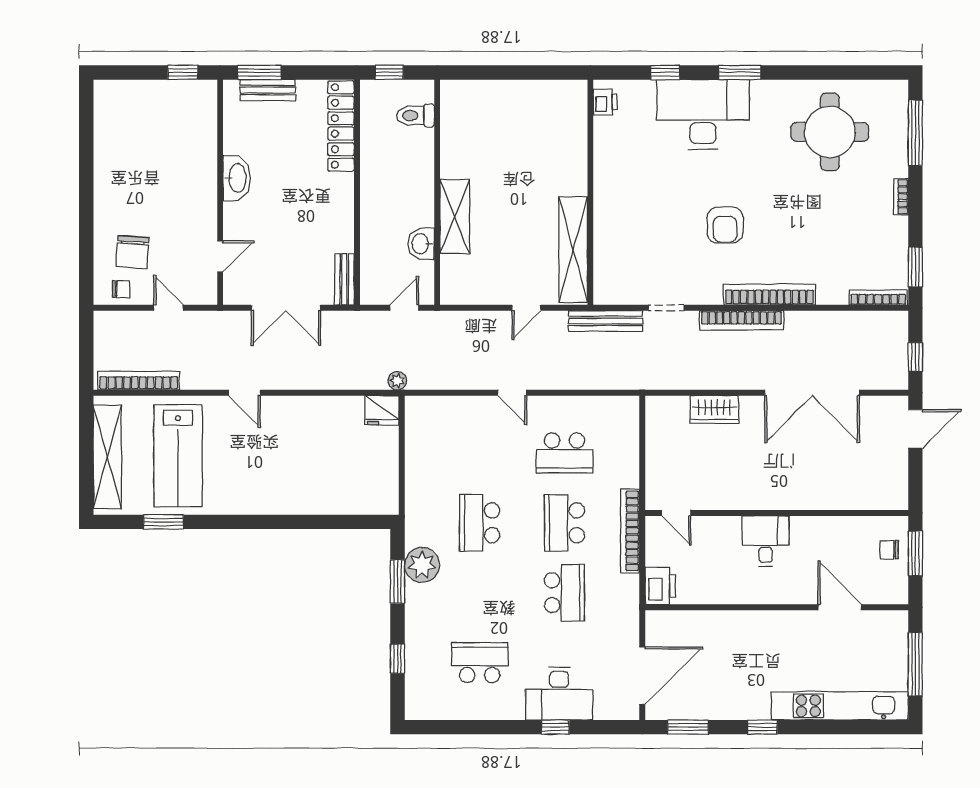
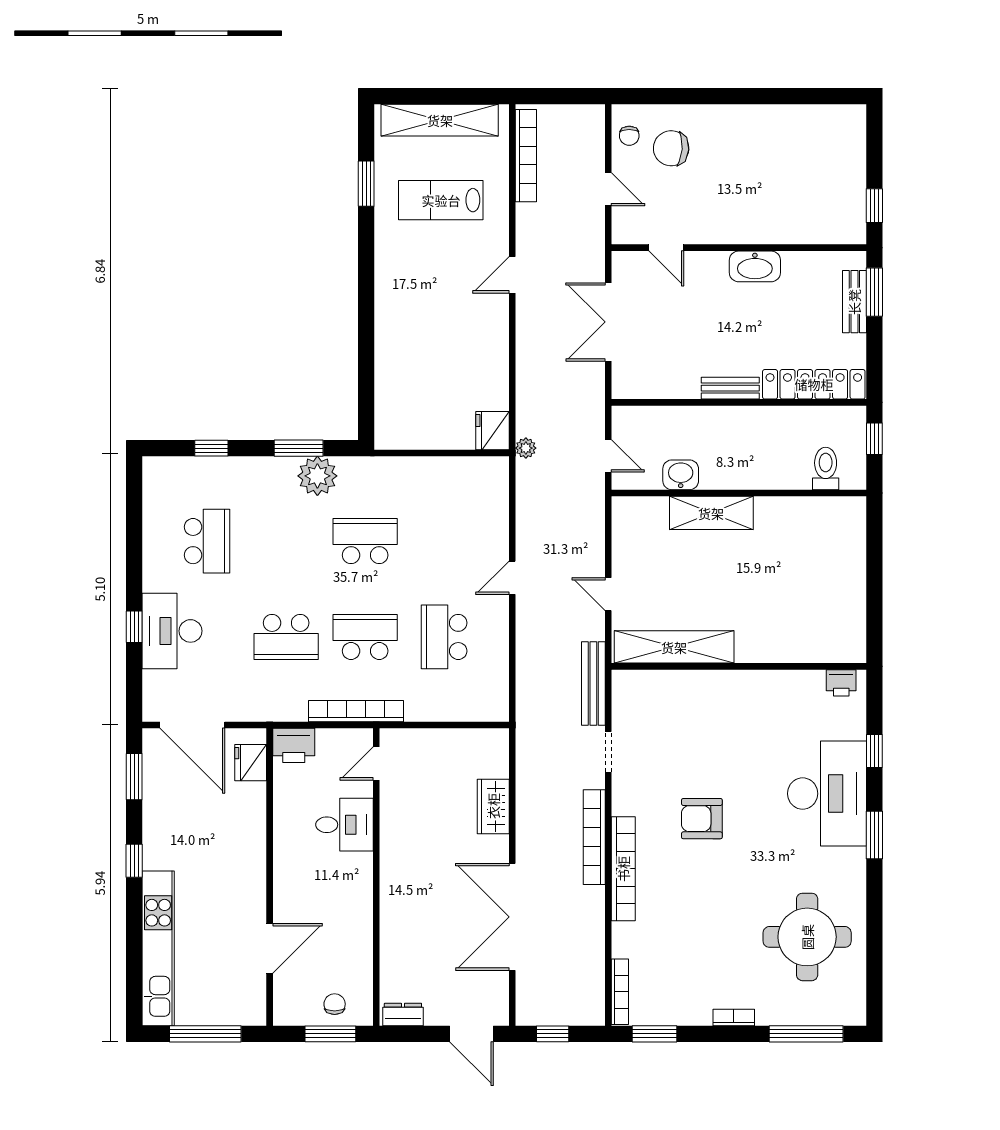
bench: (344, 279) -> (730, 388), moved
door: (169, 308) -> (608, 189), hinge flipped
lab bench: (178, 456) -> (441, 200), width x0.73, depth x0.72
dresser: (898, 489) -> (403, 1014), added
desk: (766, 541) -> (344, 825), moved
fridge: (676, 624) -> (251, 763), added

